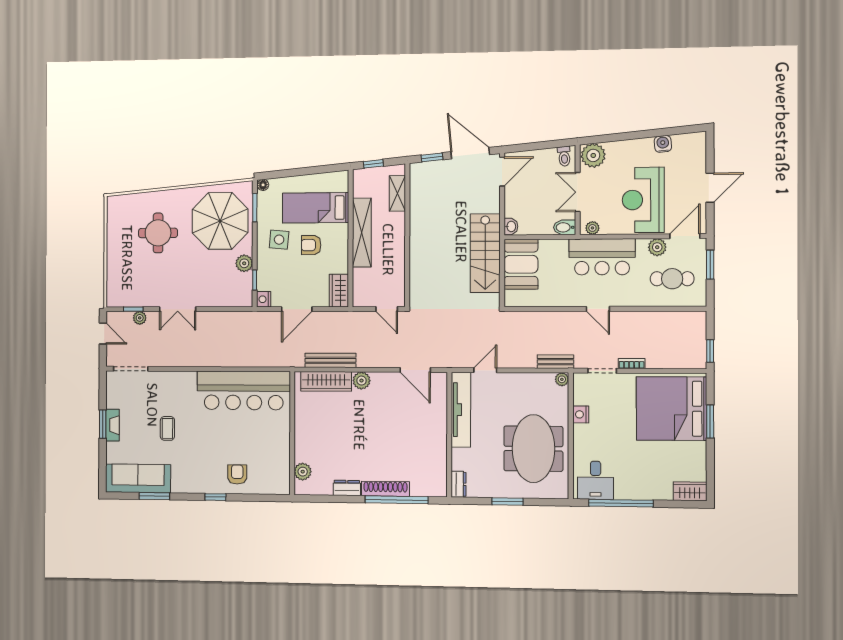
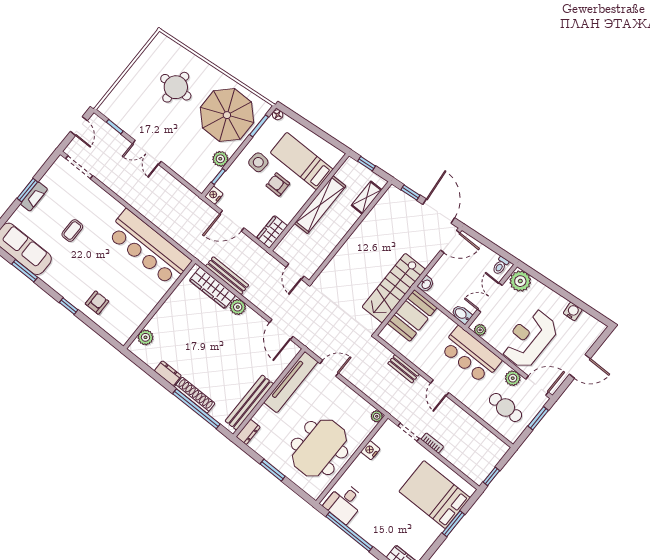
plant: (140, 318) -> (114, 136), removed
bench: (555, 362) -> (403, 369), moved
bed: (671, 409) -> (435, 495), width x0.73
bench: (439, 457) -> (249, 403), added

